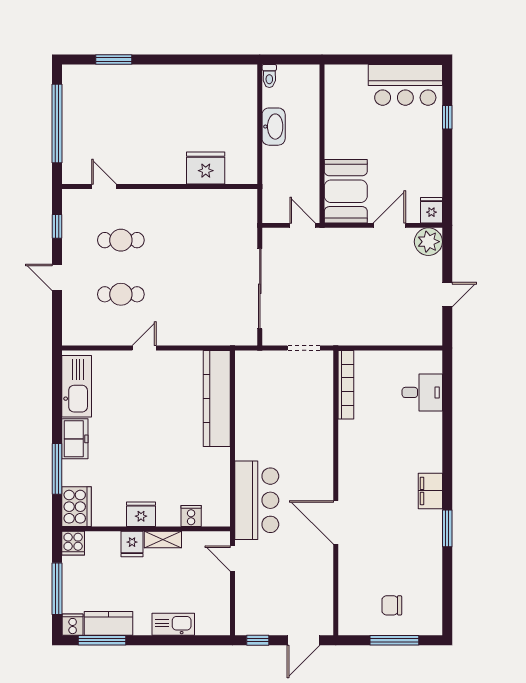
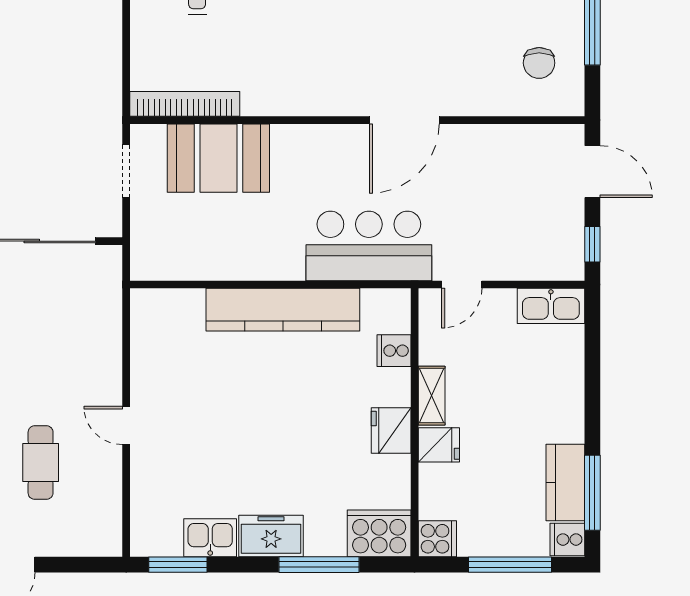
window: (57, 380) -> (178, 565), added
kitchen sink: (77, 386) -> (210, 538), width x0.53, depth x0.81
kitchen counter: (217, 398) -> (283, 310), moved
booth: (312, 406) -> (218, 158), added
chair: (392, 605) -> (539, 63), moved
kitchen sink: (173, 624) -> (551, 306), moved, turned -90

